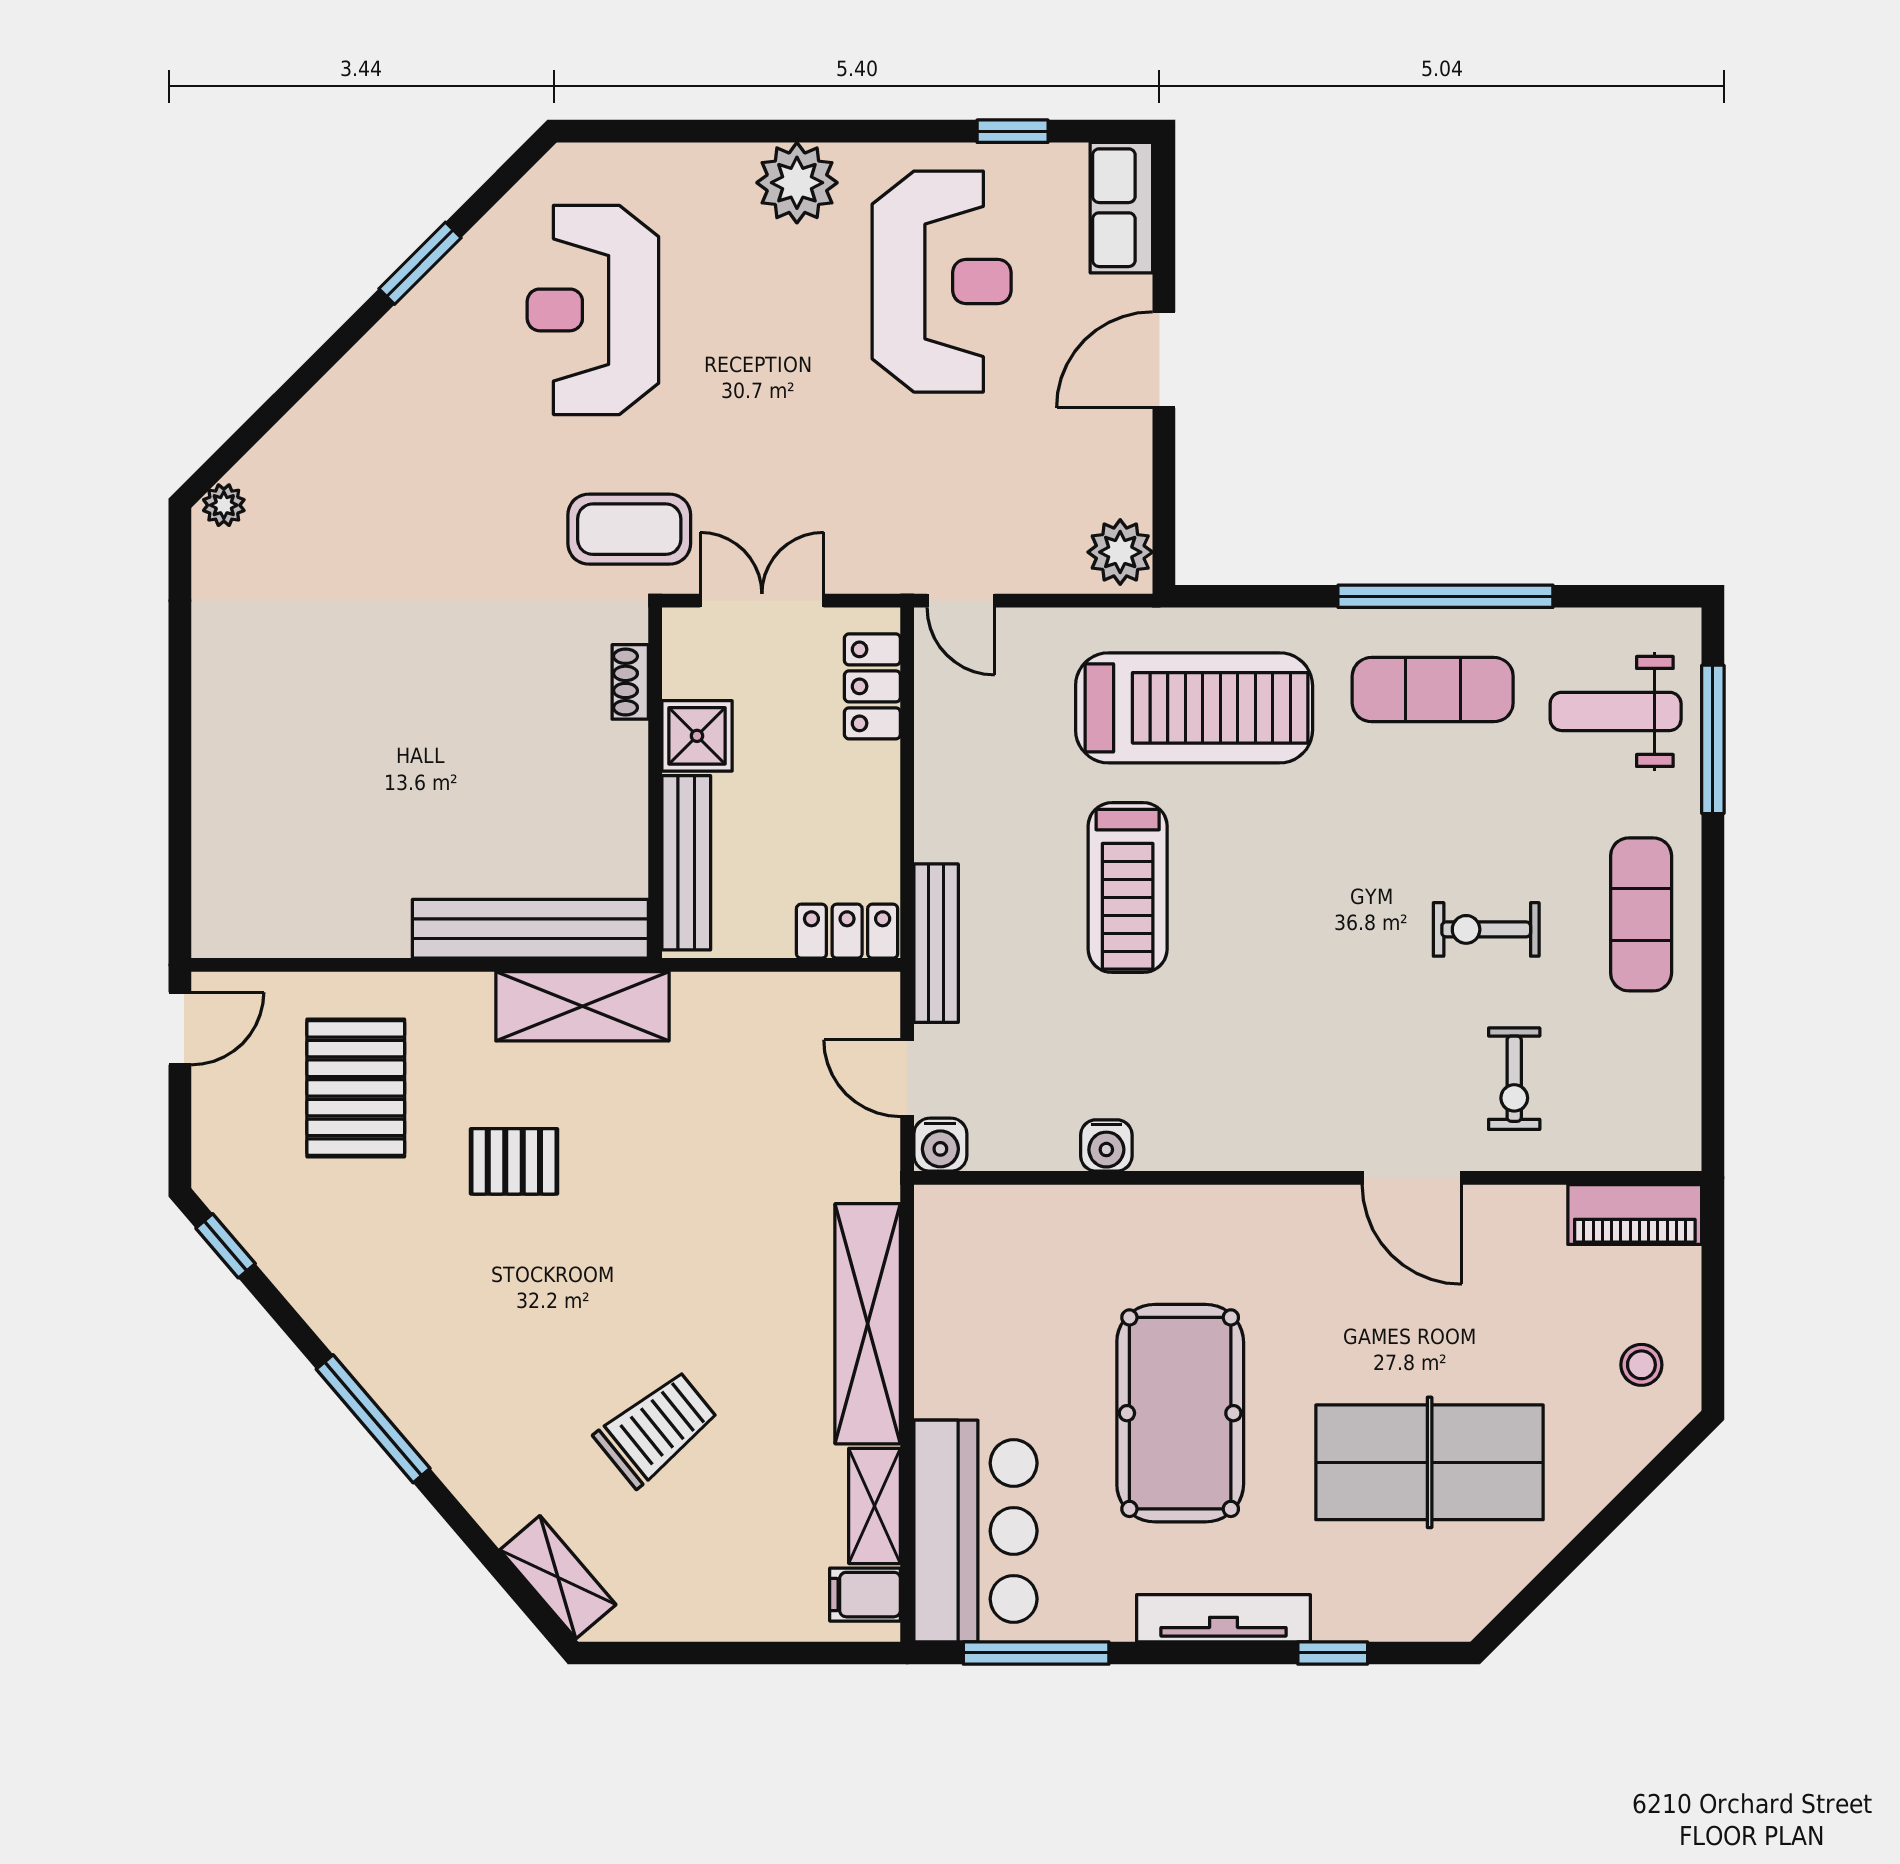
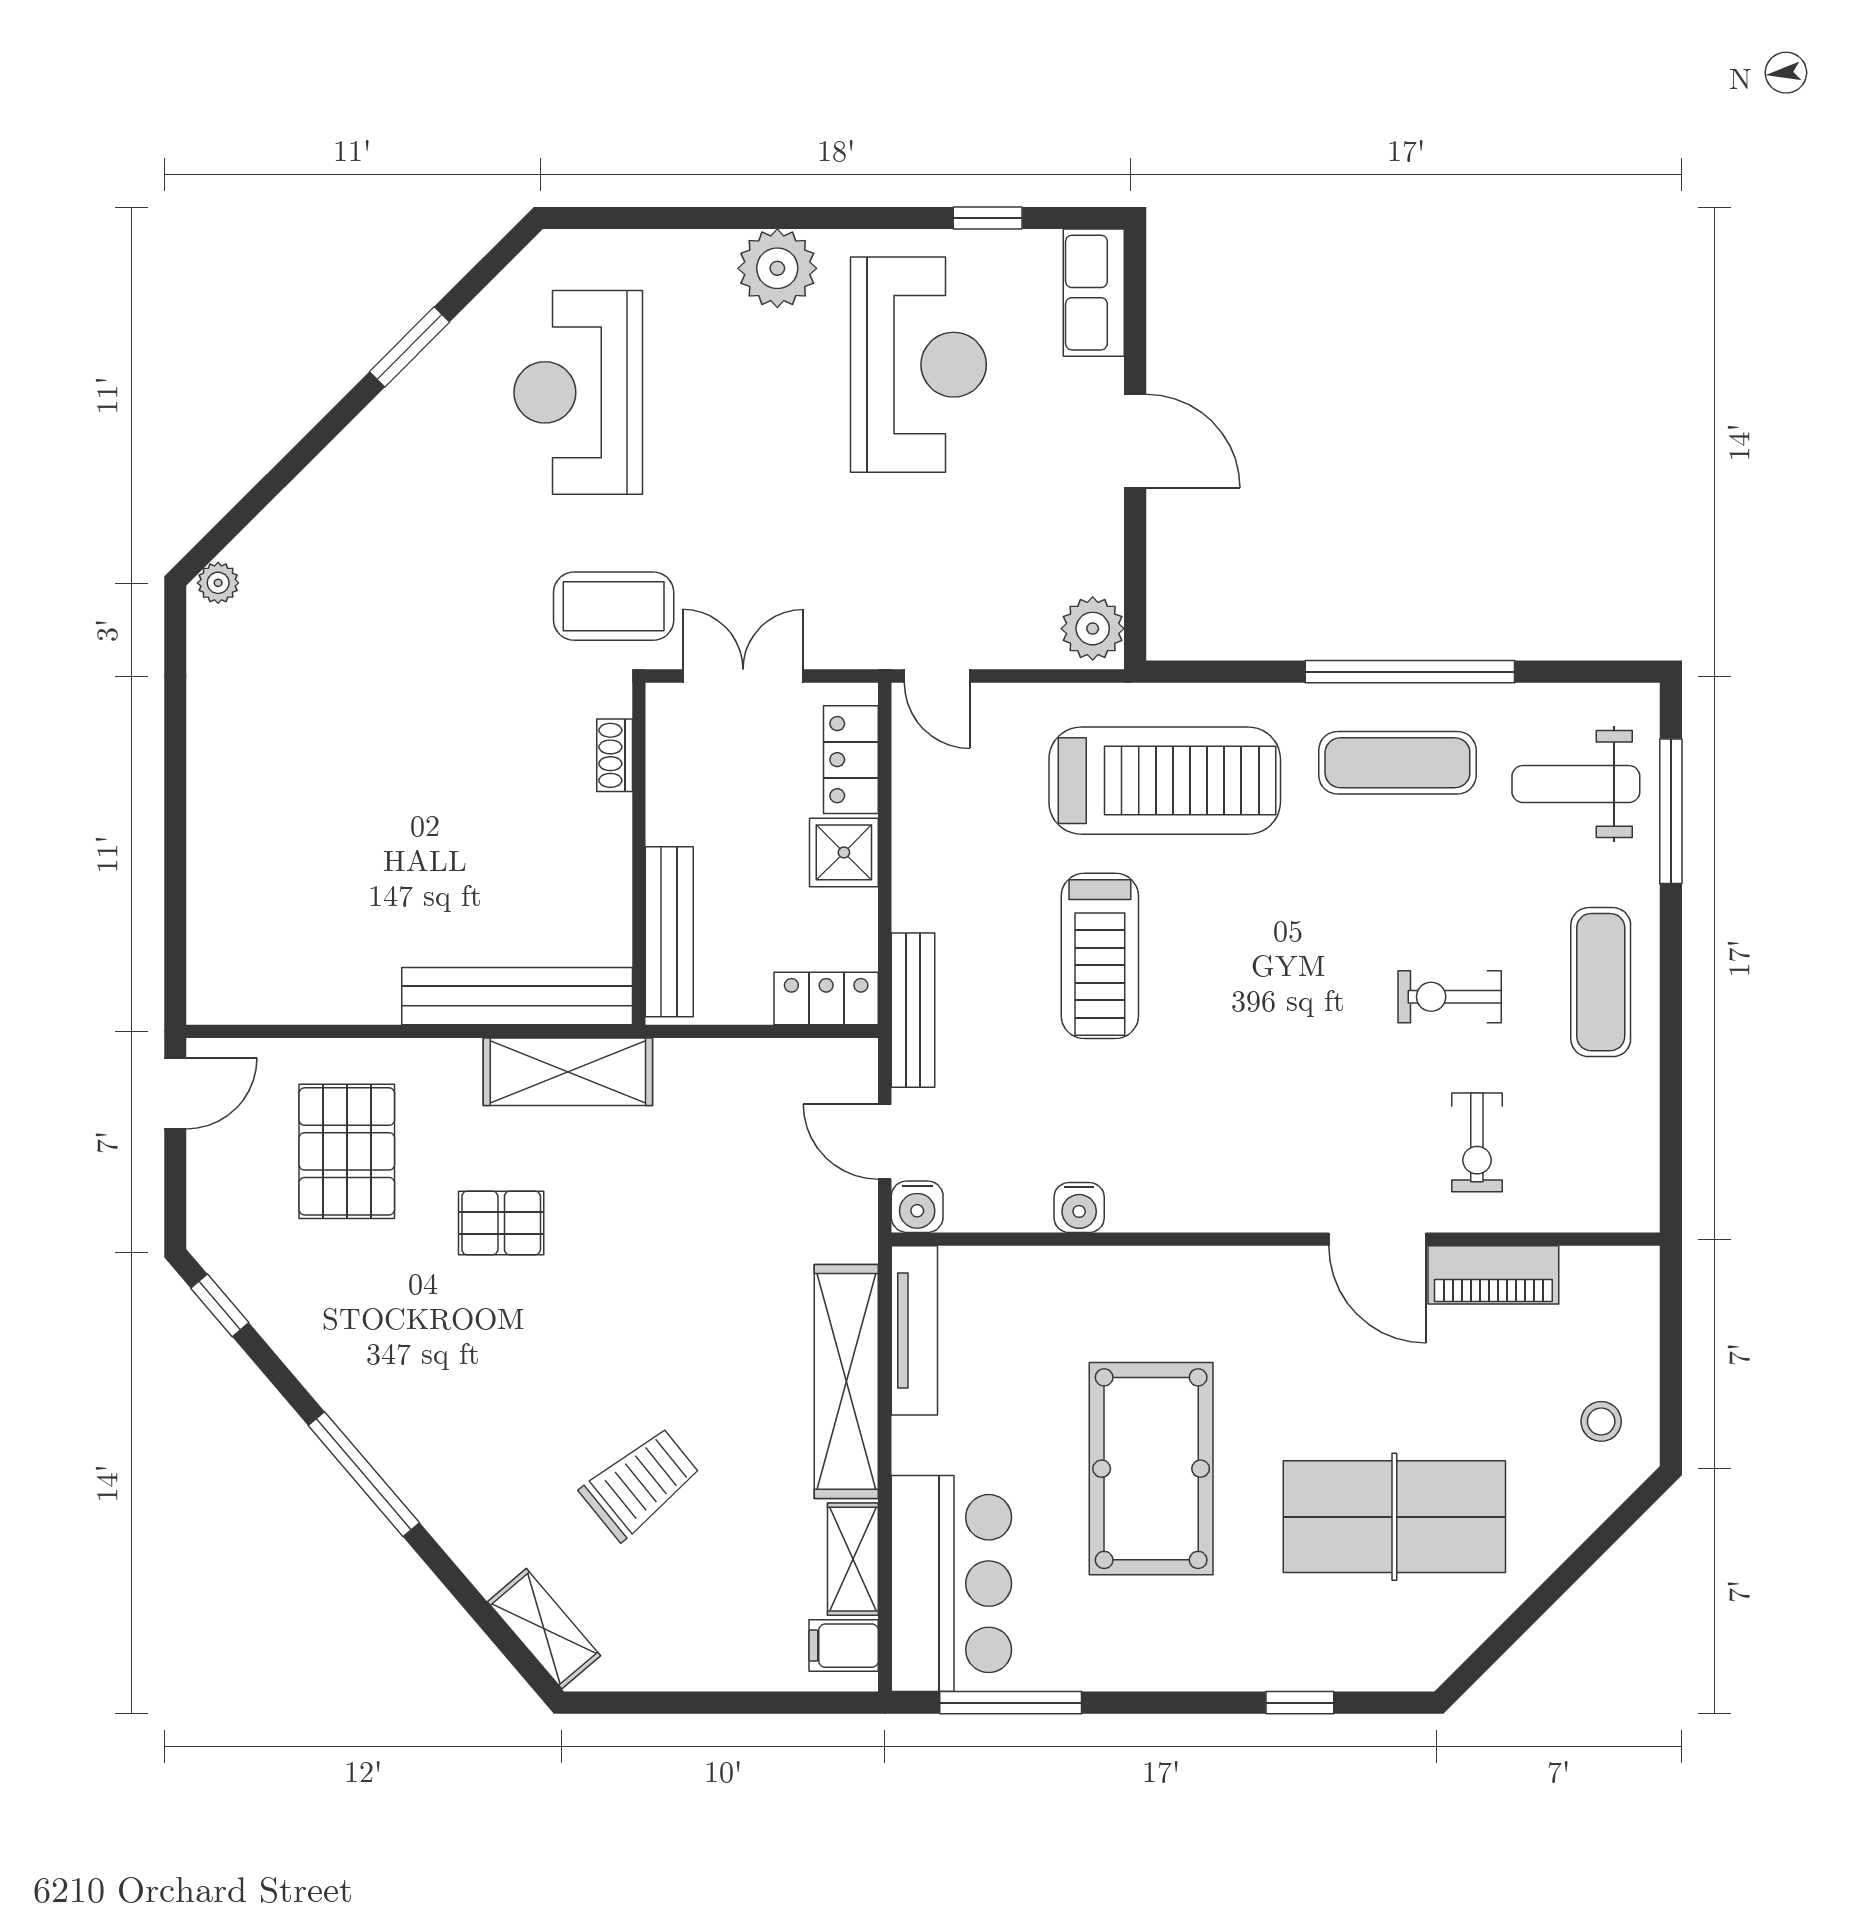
door: (1164, 360) -> (1135, 441), swing flipped
shower: (697, 736) -> (844, 852), moved
piano: (1635, 1214) -> (1493, 1275), moved
tv unit: (1224, 1618) -> (914, 1330), moved, turned 90

